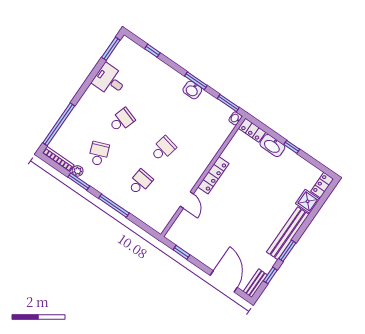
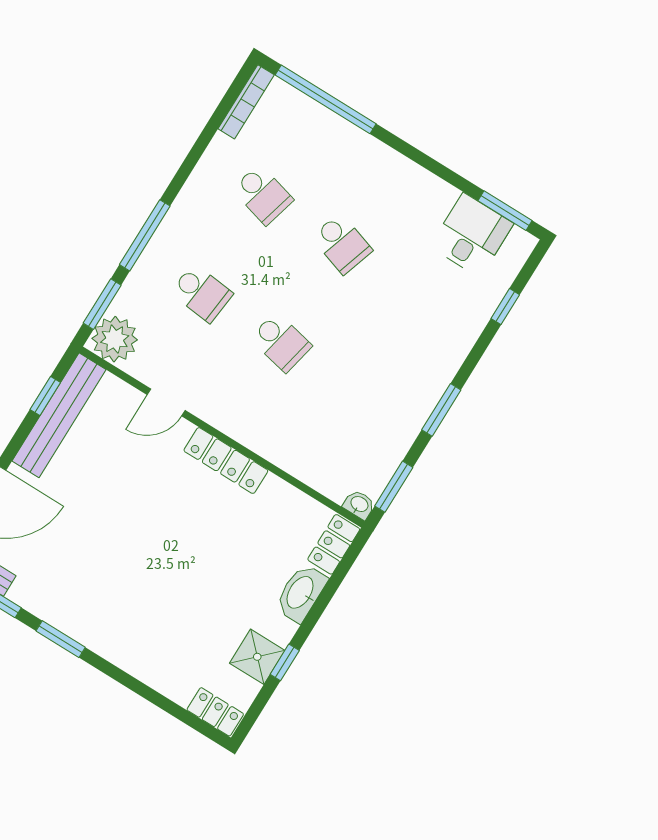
desk: (110, 80) -> (472, 235), moved
washbasin: (192, 90) -> (420, 403), removed
window: (292, 147) -> (285, 662), moved
school desk: (99, 154) -> (263, 195), turned 36
plant: (78, 171) -> (115, 339), moved, width x1.88, depth x1.88
window: (79, 181) -> (102, 304), moved
shower: (308, 201) -> (257, 657), moved
bench: (288, 233) -> (59, 415), moved, turned 90

